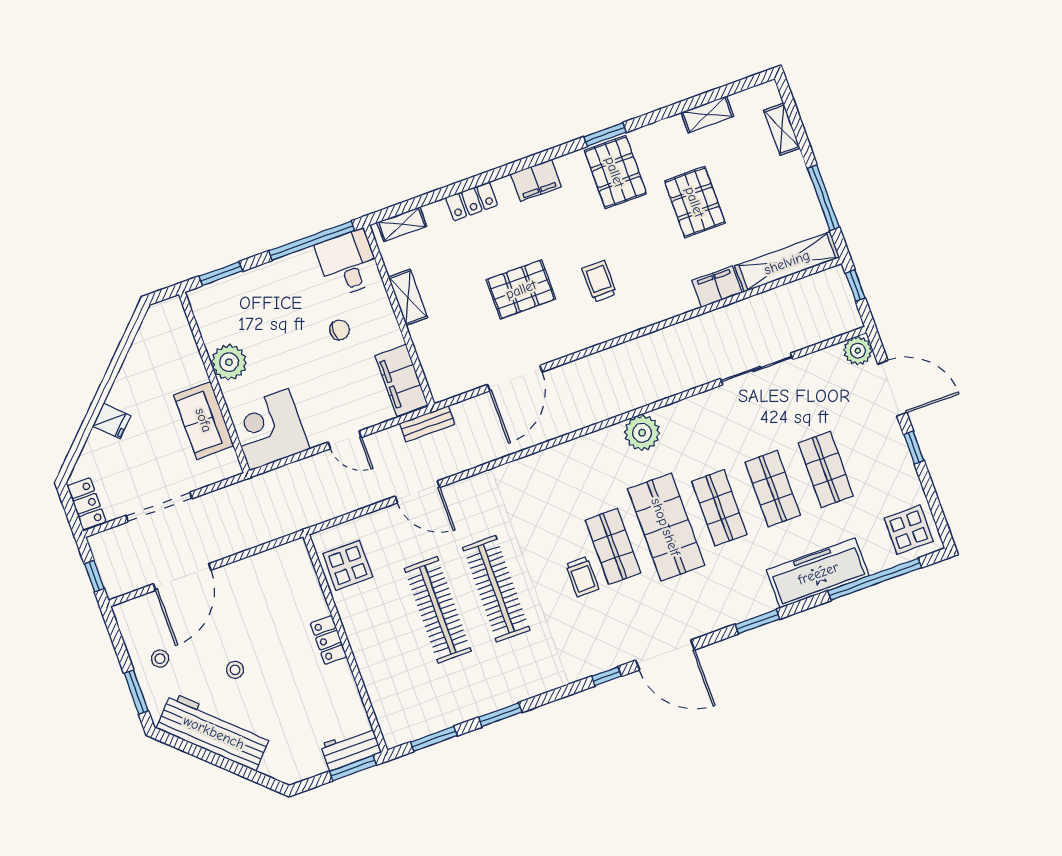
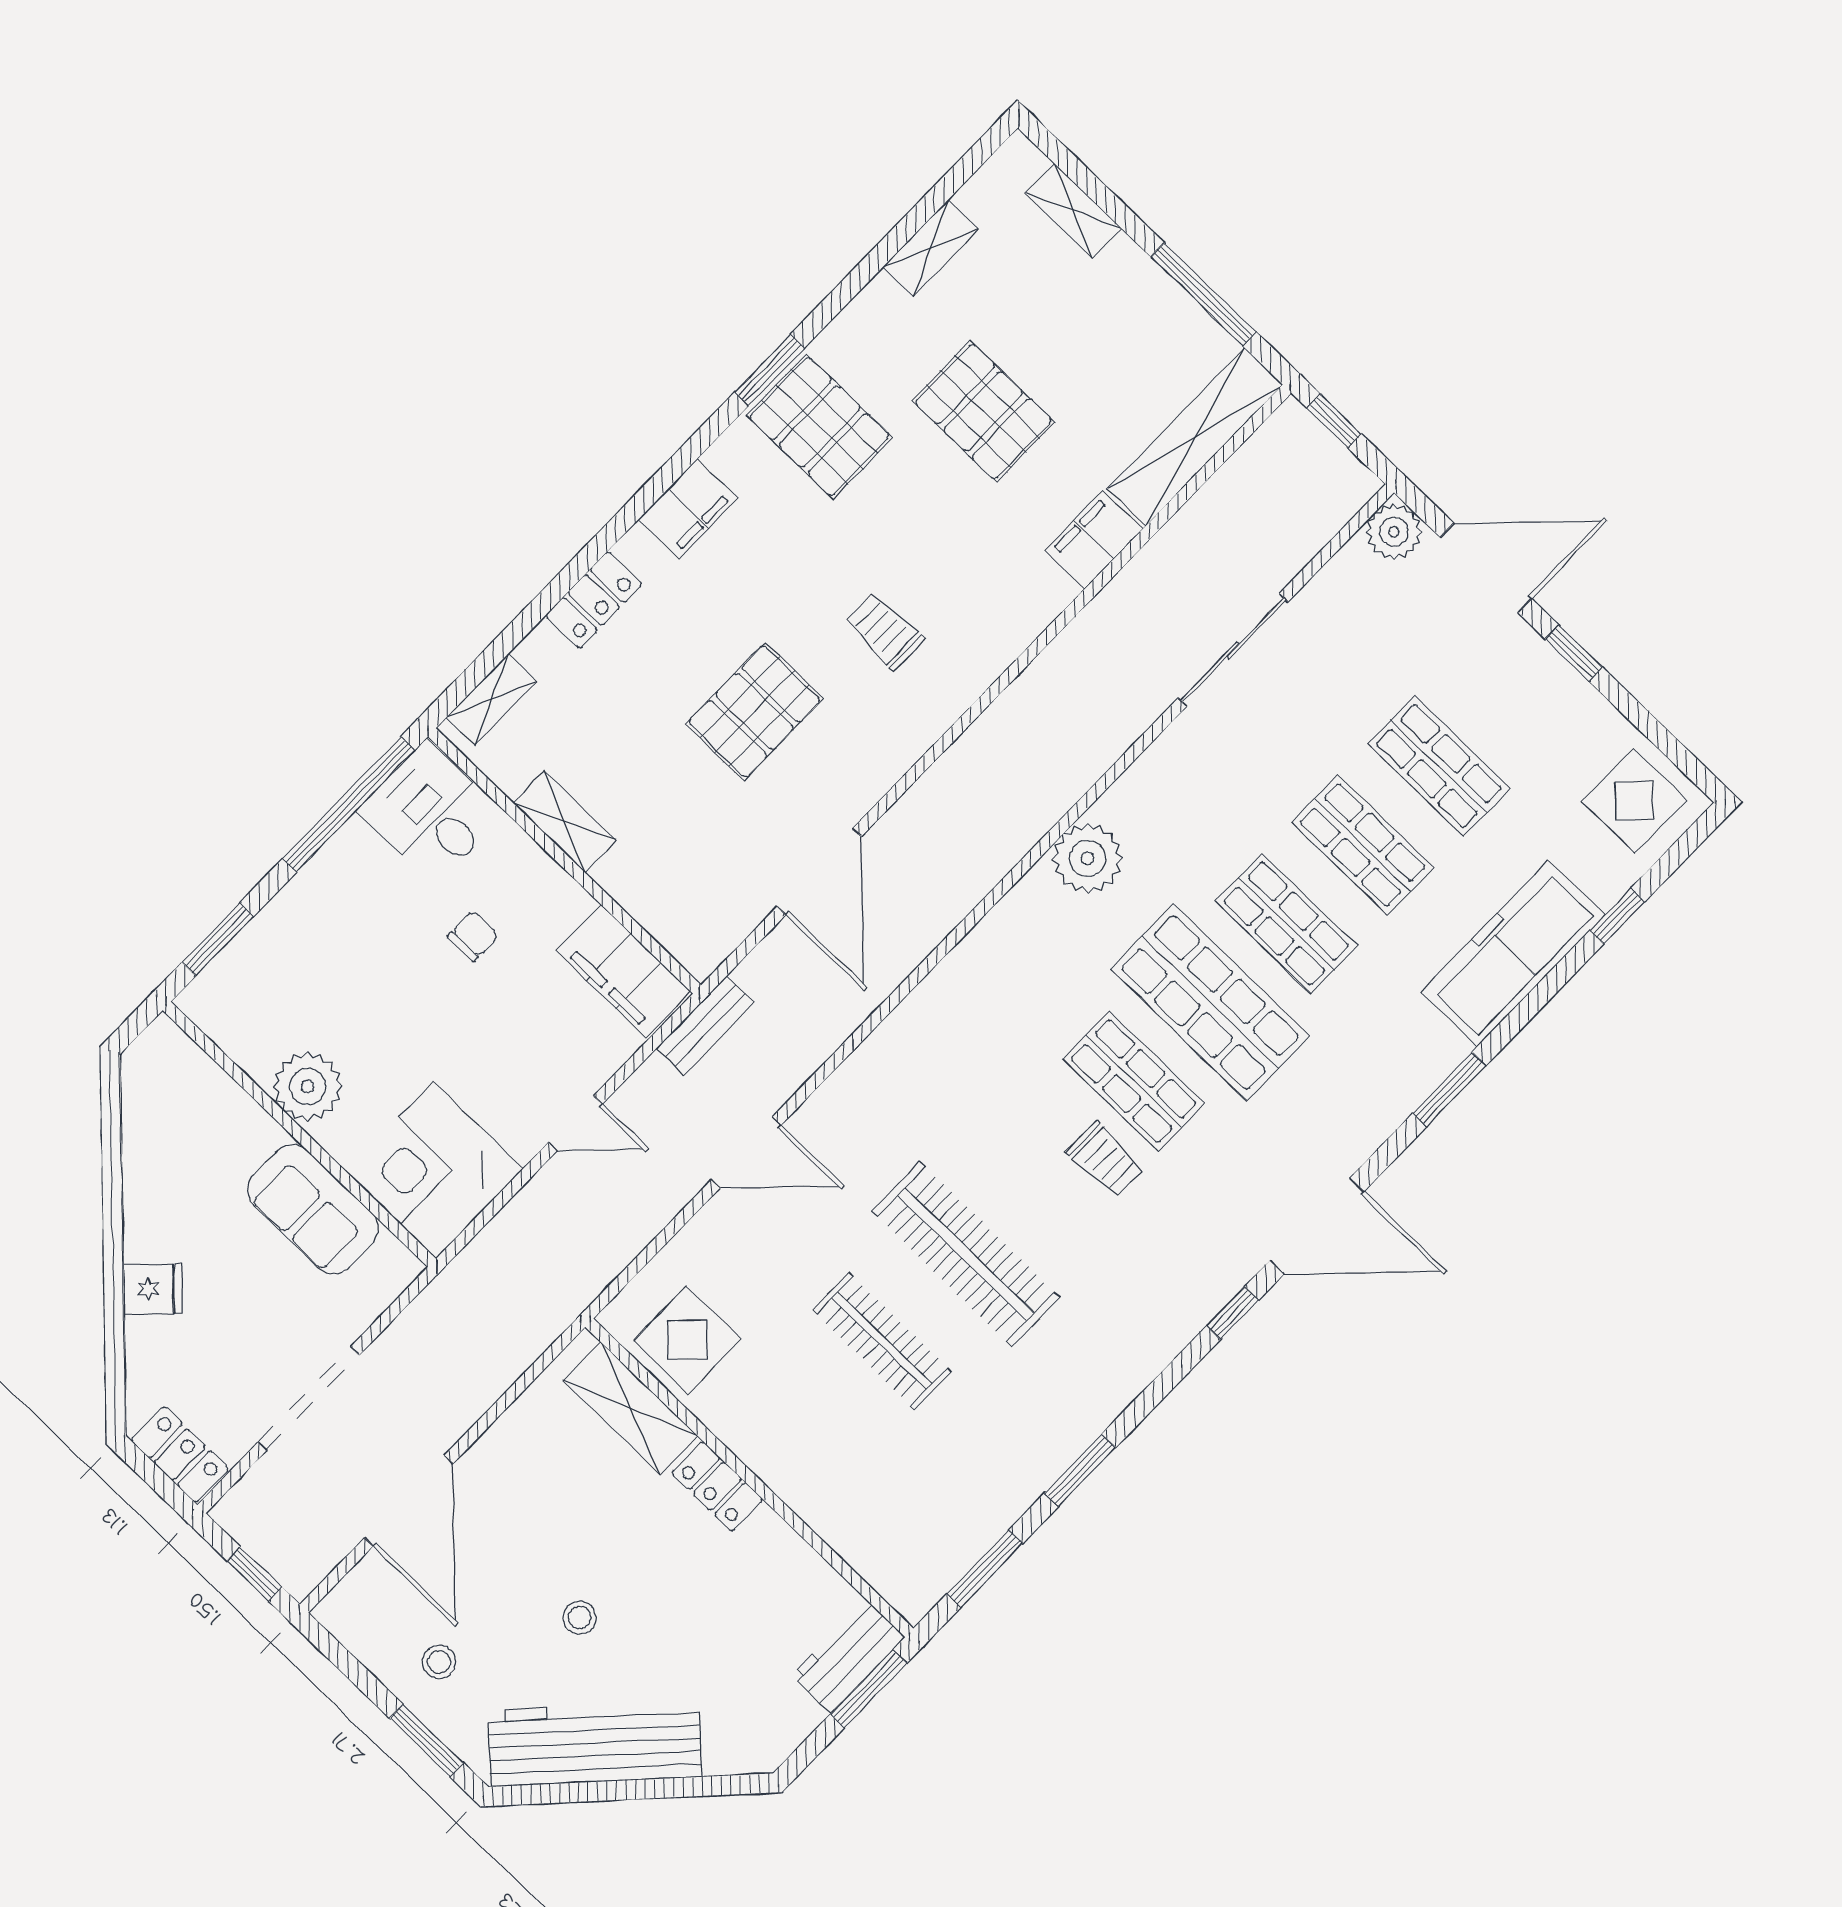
window: (875, 579) -> (1617, 916), width x0.32
shelving: (306, 584) -> (631, 1408), added
clothes rail: (438, 610) -> (882, 1341), width x0.73, depth x0.76

